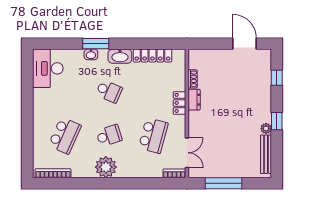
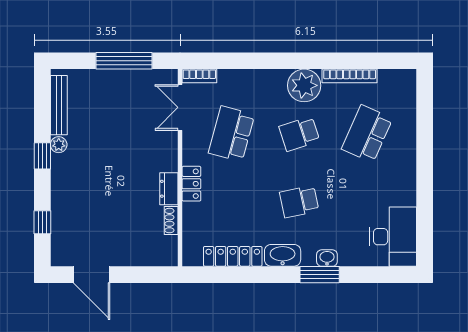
school desk: (109, 91) -> (299, 202), turned -36
bookcase: (53, 173) -> (350, 76), moved

